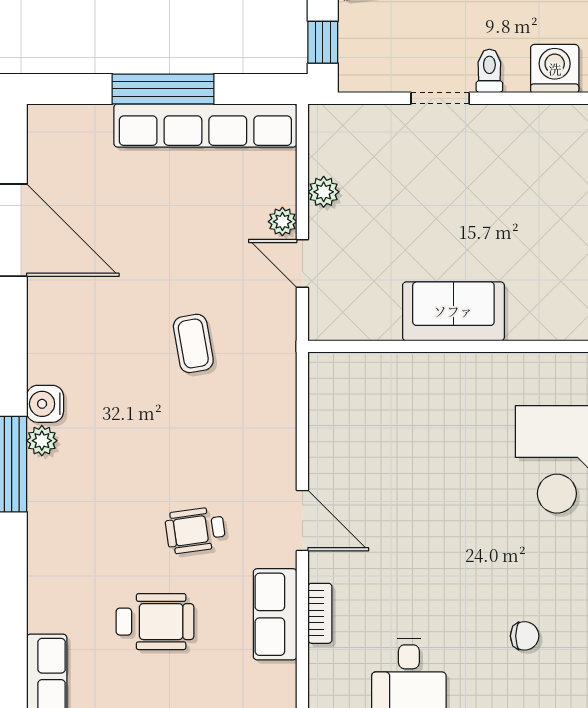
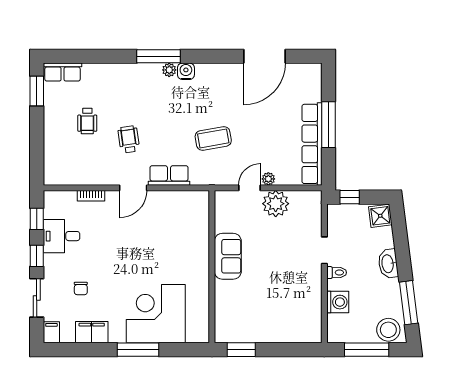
plant: (324, 192) -> (276, 204), width x1.88, depth x1.88
coffee table: (193, 343) -> (213, 138), width x1.36, depth x1.30
row of seats: (275, 614) -> (169, 175), moved
wheelchair: (155, 622) -> (87, 121), width x0.73, depth x0.73

